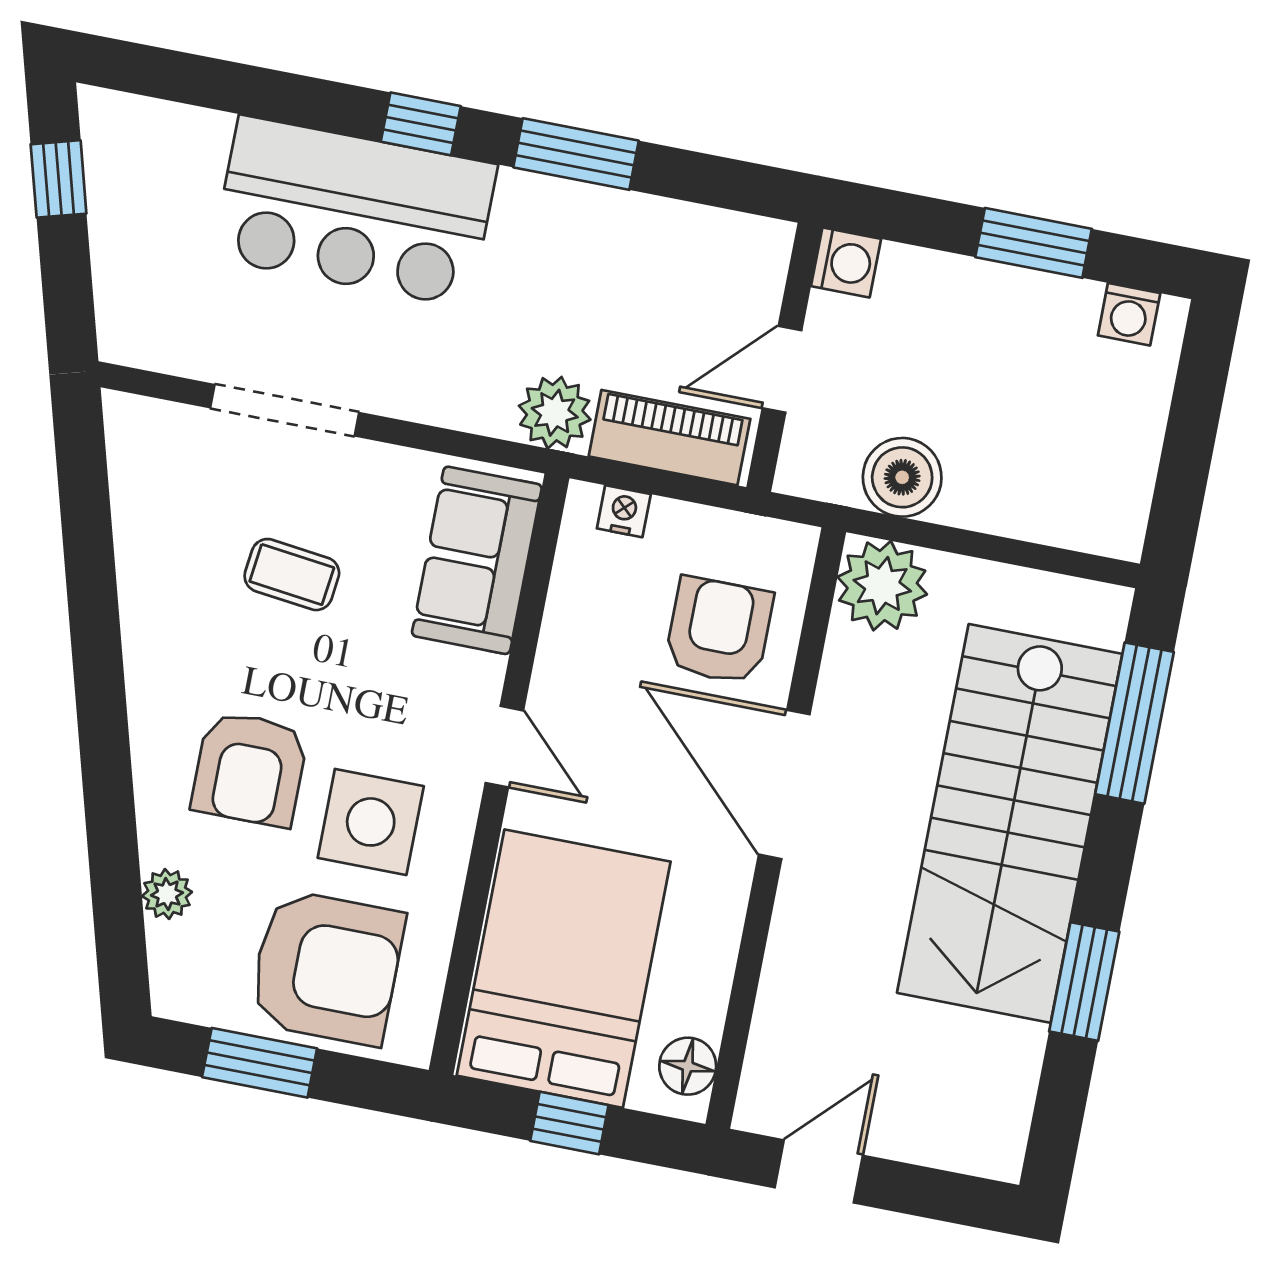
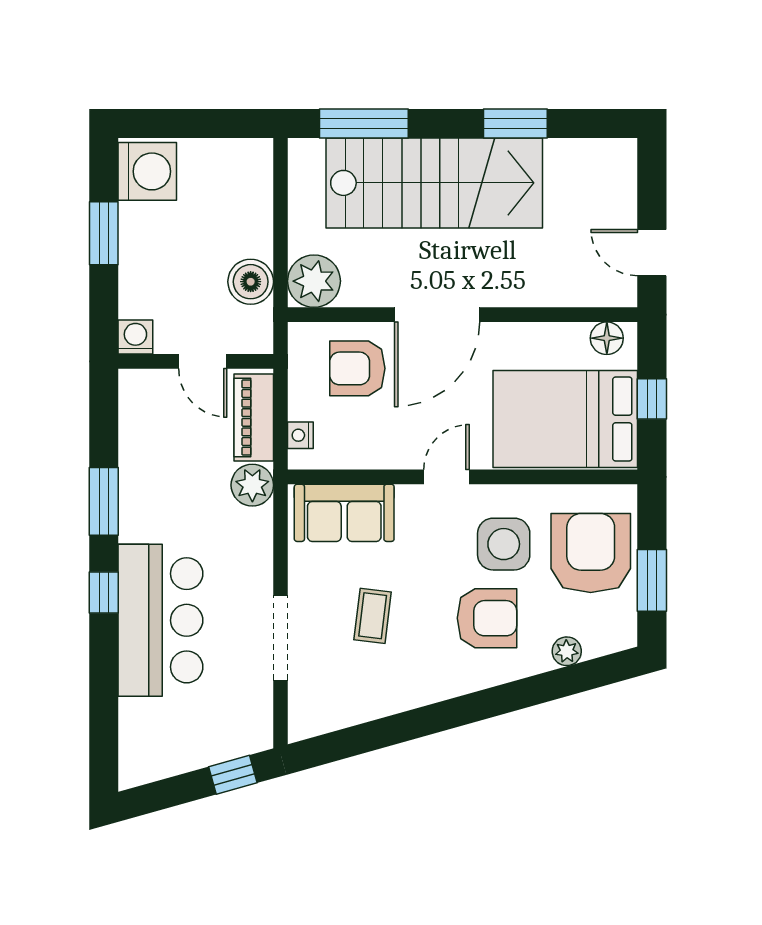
window: (59, 179) -> (233, 775), moved
washing machine: (1129, 314) -> (147, 171), width x1.89, depth x1.89

